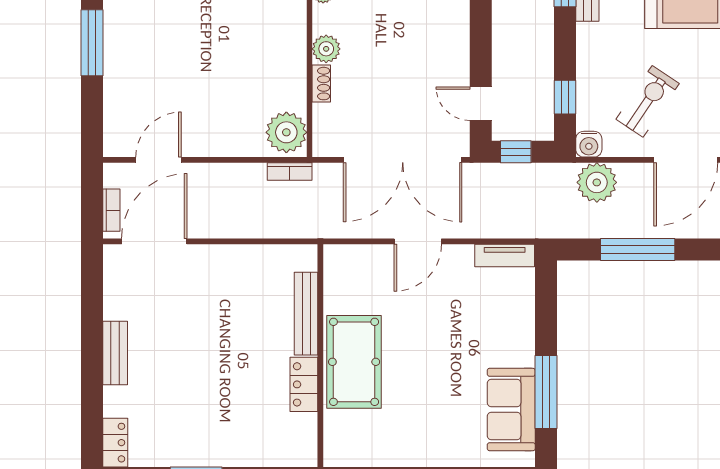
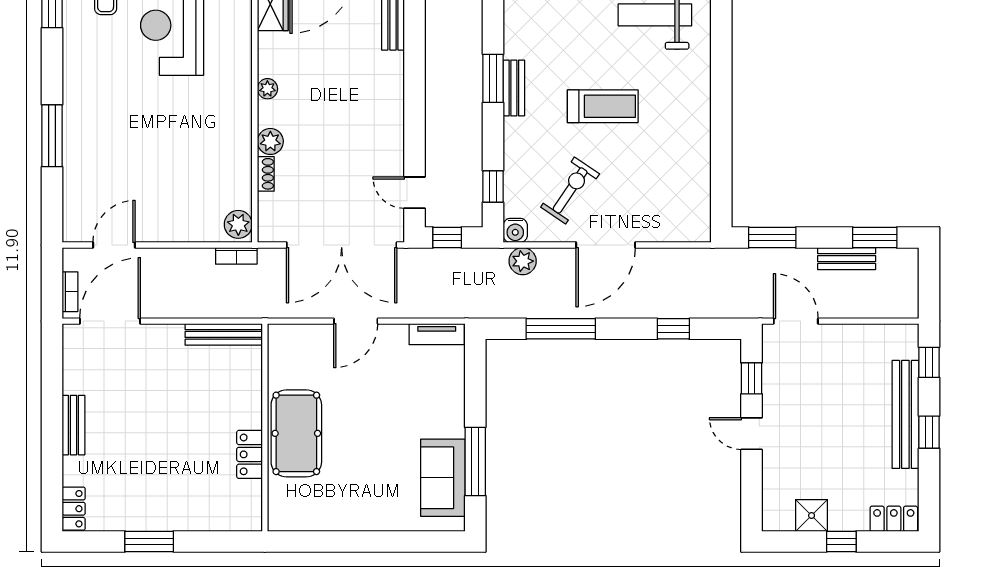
plant: (286, 132) -> (238, 224), width x0.73, depth x0.73
plant: (597, 182) -> (523, 261), width x0.73, depth x0.73
bench: (306, 314) -> (224, 334), moved, turned 90

